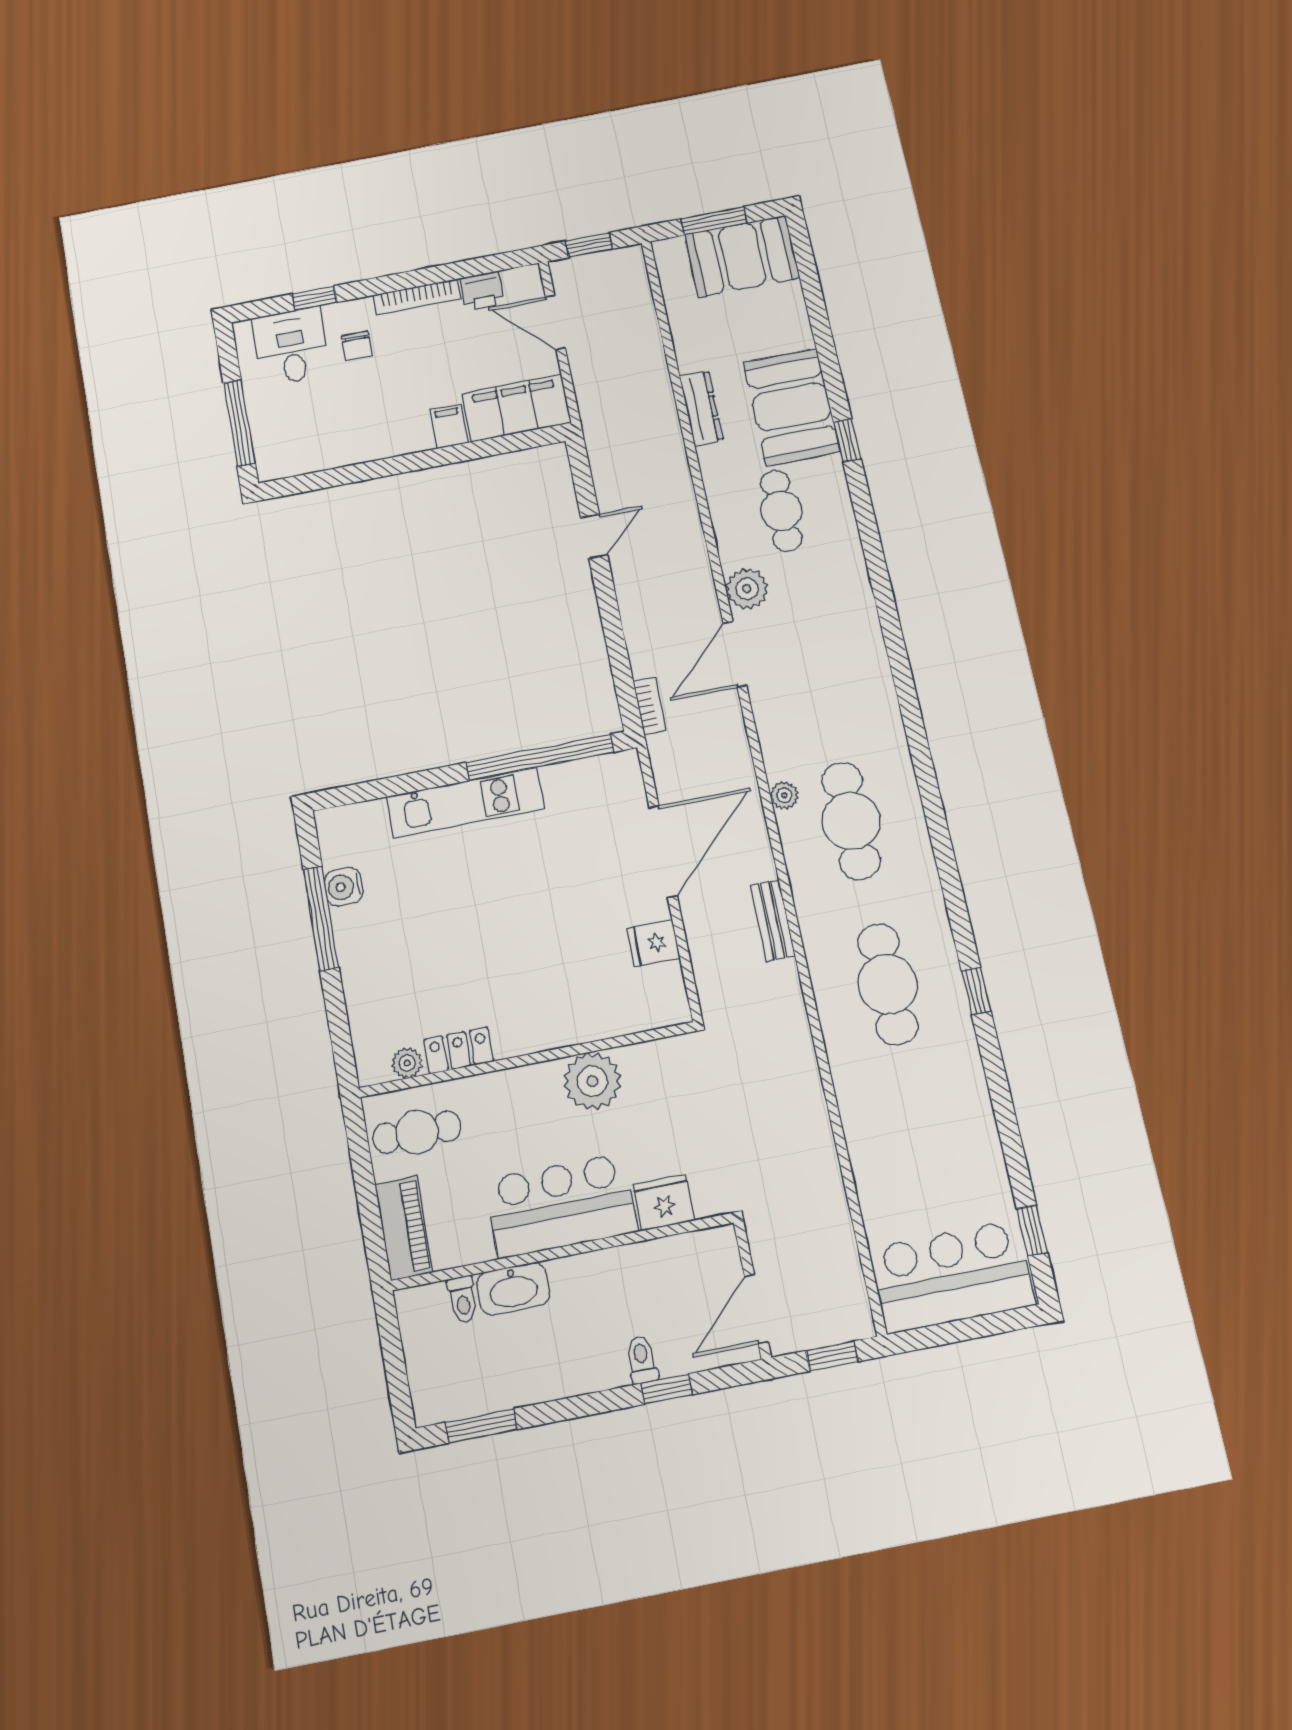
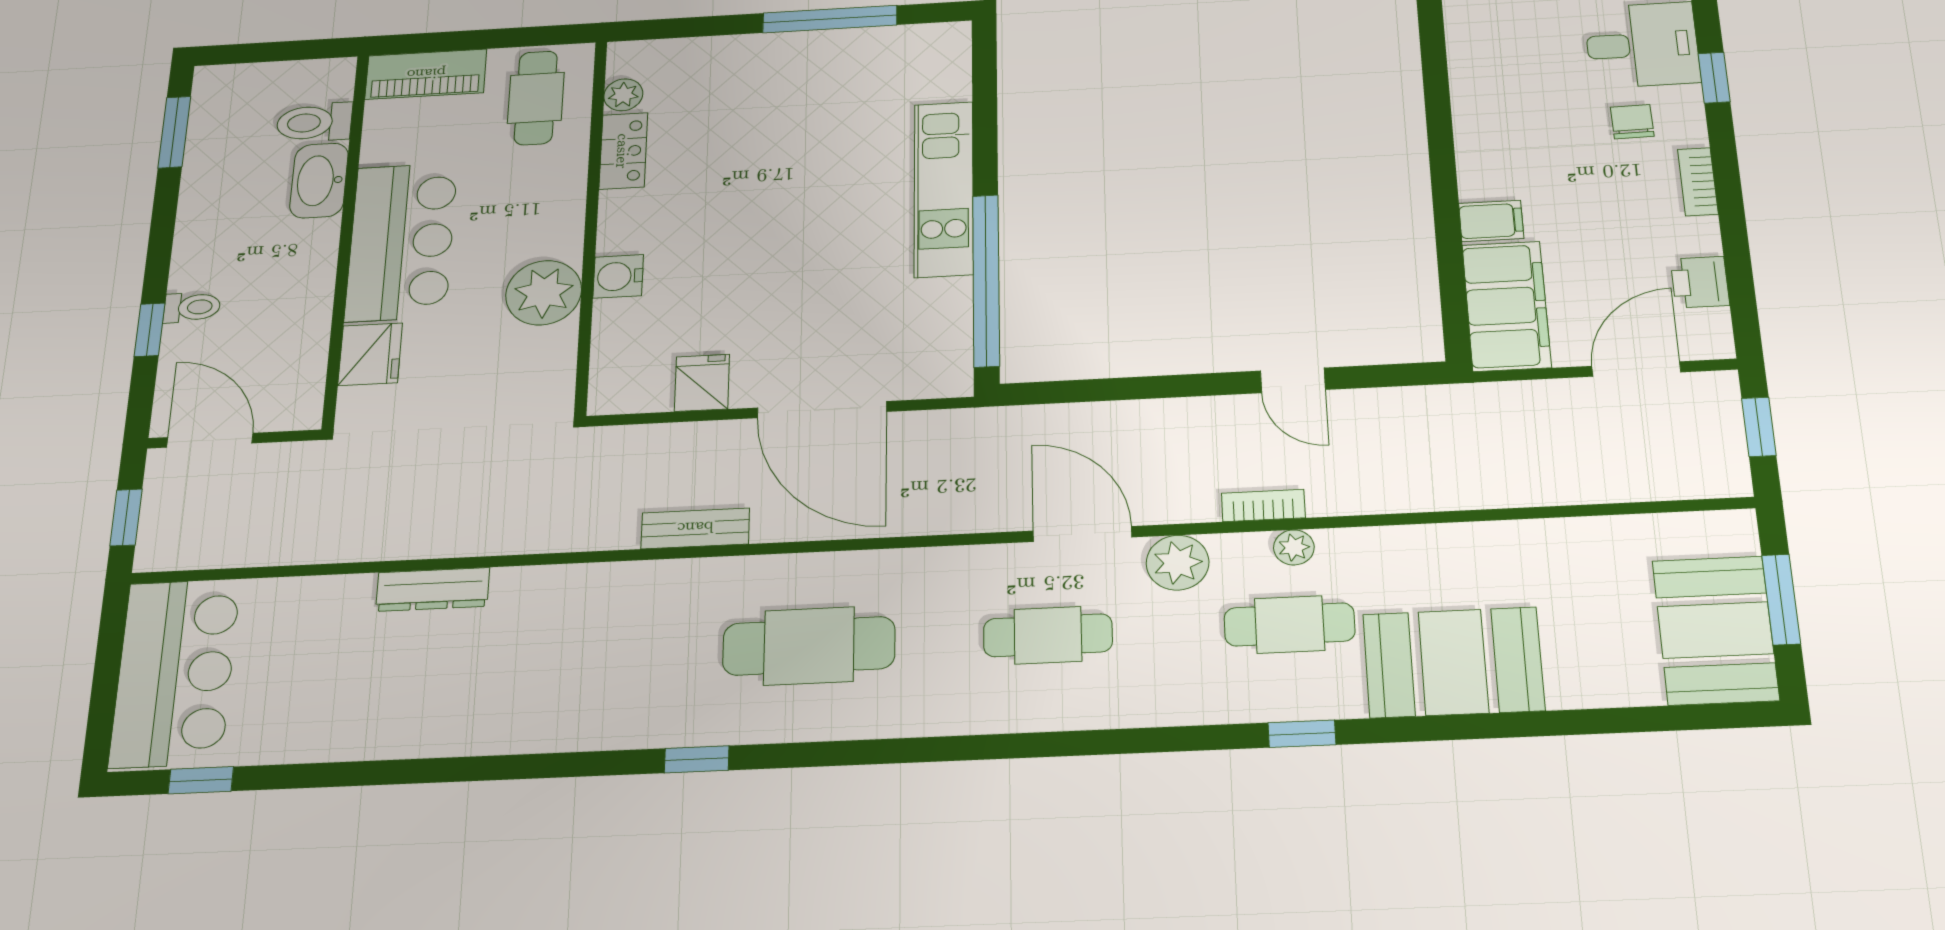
bookcase: (417, 297) -> (1698, 182), width x0.64
chair: (357, 346) -> (1632, 122), turned 89
dresser: (701, 408) -> (433, 589), moved
window: (847, 440) -> (1302, 734), moved
bookcase: (649, 706) -> (1263, 505), moved, turned 180
plant: (784, 795) -> (1294, 547), moved
water cooler: (344, 887) -> (618, 276), moved, turned -90
cafe table: (888, 984) -> (1048, 635), moved, width x0.73, depth x0.74
window: (976, 991) -> (697, 759), moved
toilet: (463, 1299) -> (314, 122), width x1.37, depth x1.39

